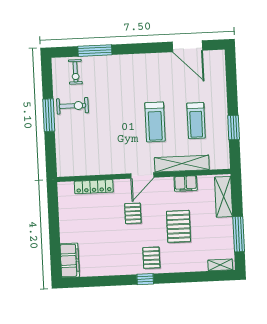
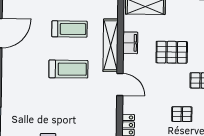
pallet: (133, 213) -> (182, 114), moved

